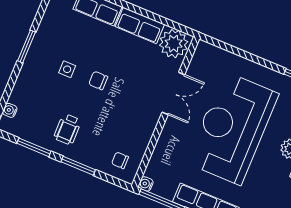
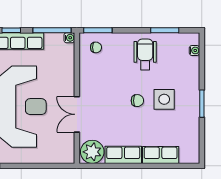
side table: (67, 69) -> (164, 99), width x1.87, depth x1.87
wheelchair: (68, 129) -> (145, 54), width x1.36, depth x1.37
window: (78, 166) -> (98, 30), moved

